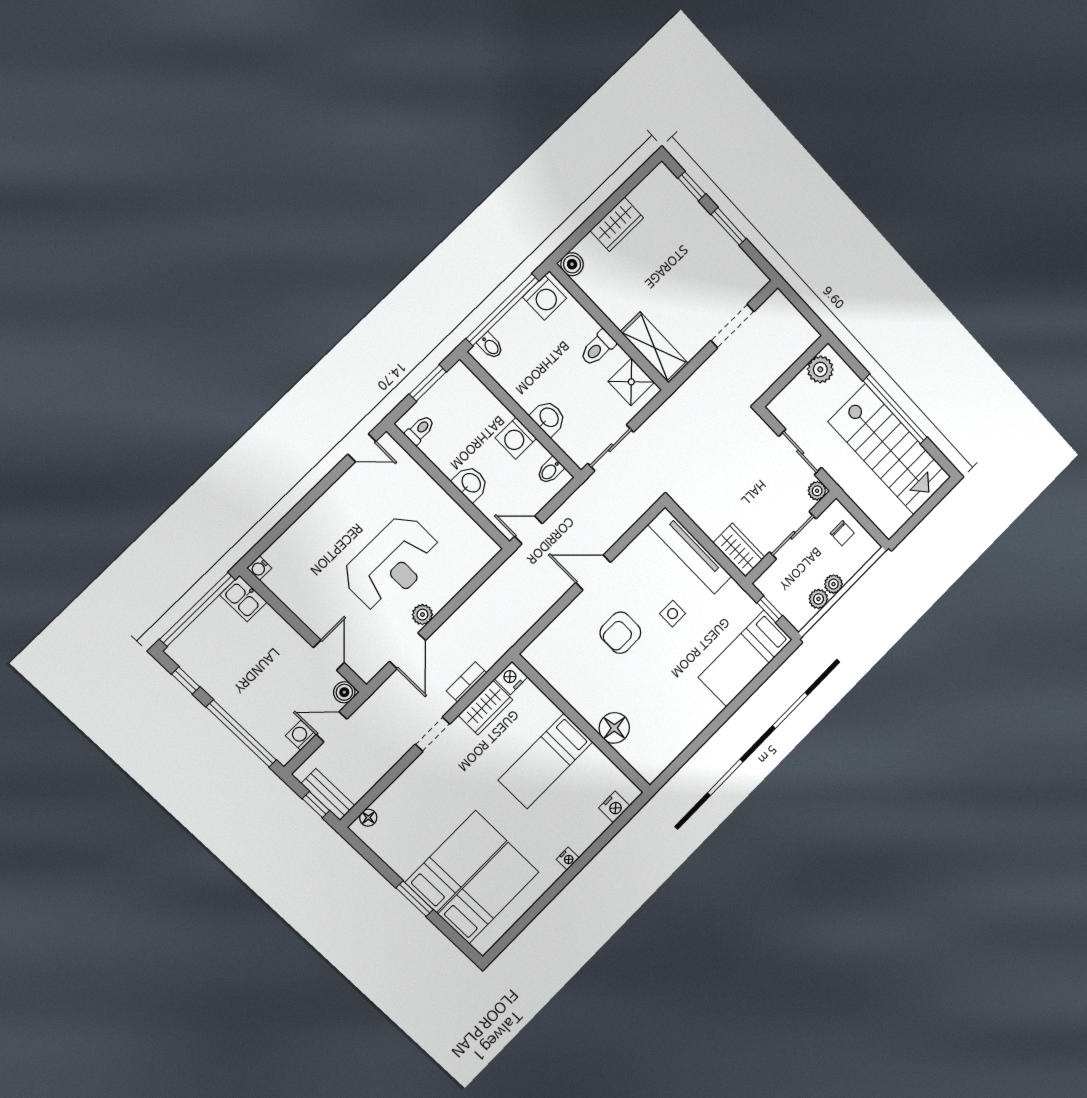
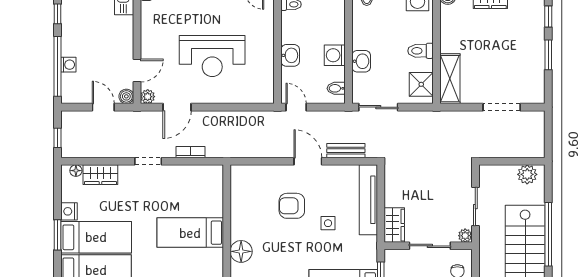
plant: (422, 615) -> (148, 97), moved
nightstand: (511, 678) -> (69, 211), moved, turned -90
wardrobe: (485, 708) -> (100, 175), moved
washing machine: (301, 735) -> (68, 65), moved, turned 90
bench: (328, 795) -> (346, 151), moved, turned 90

